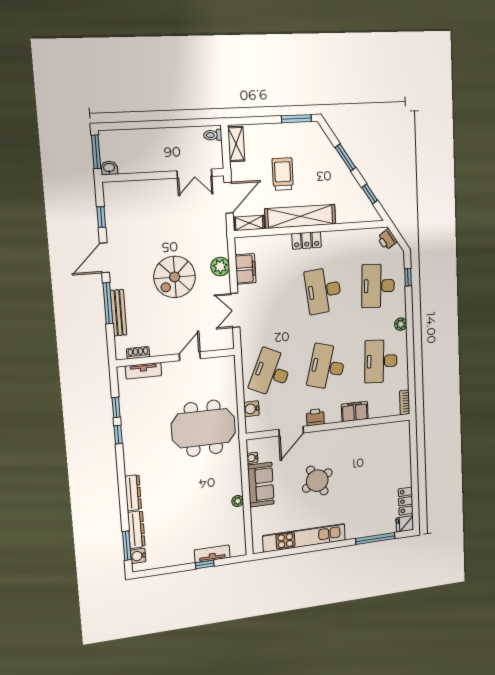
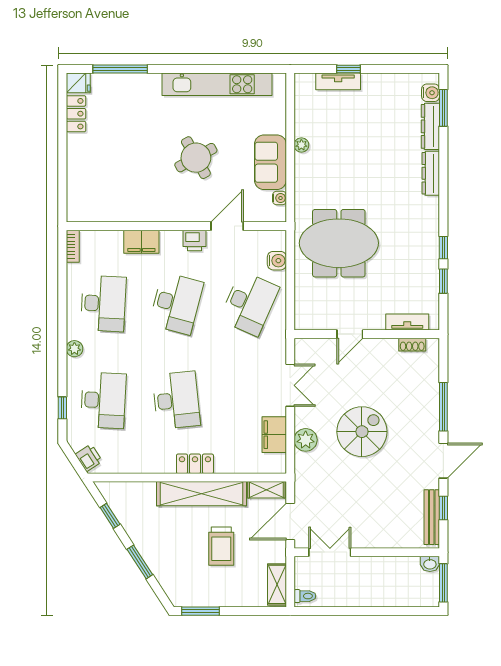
bench: (119, 313) -> (432, 517), moved

